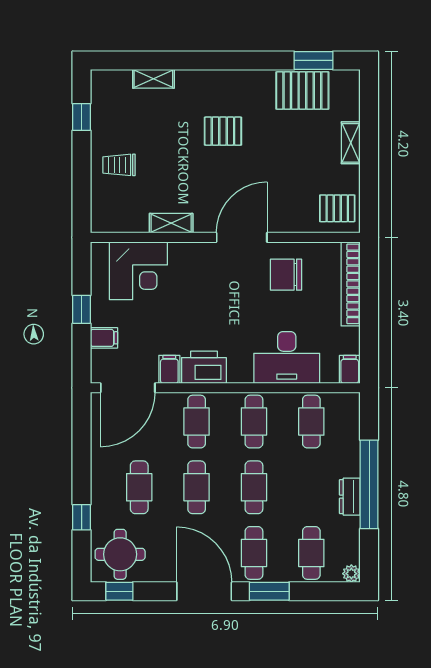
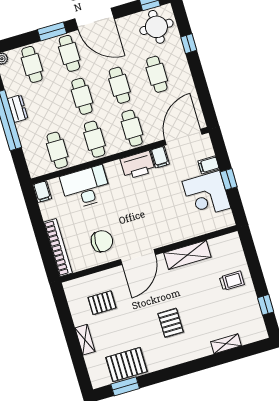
pallet: (223, 131) -> (171, 323), turned 90
pallet: (337, 208) -> (102, 303), moved
shelving: (171, 223) -> (187, 255), width x1.50, depth x1.33
corner desk: (138, 271) -> (206, 195), moved, turned -90

